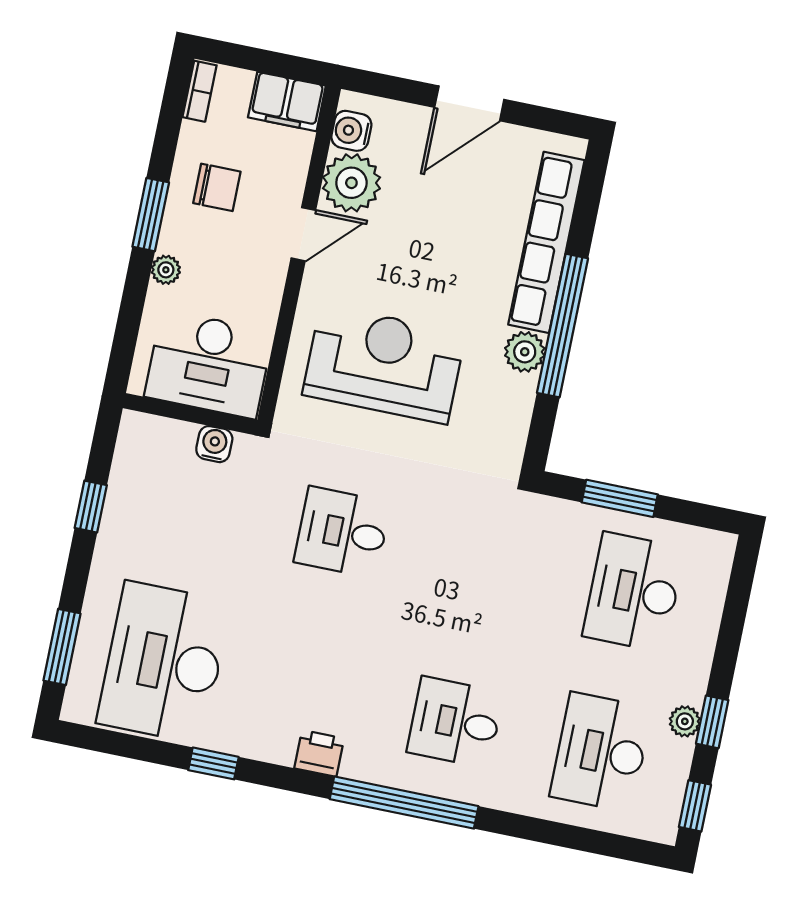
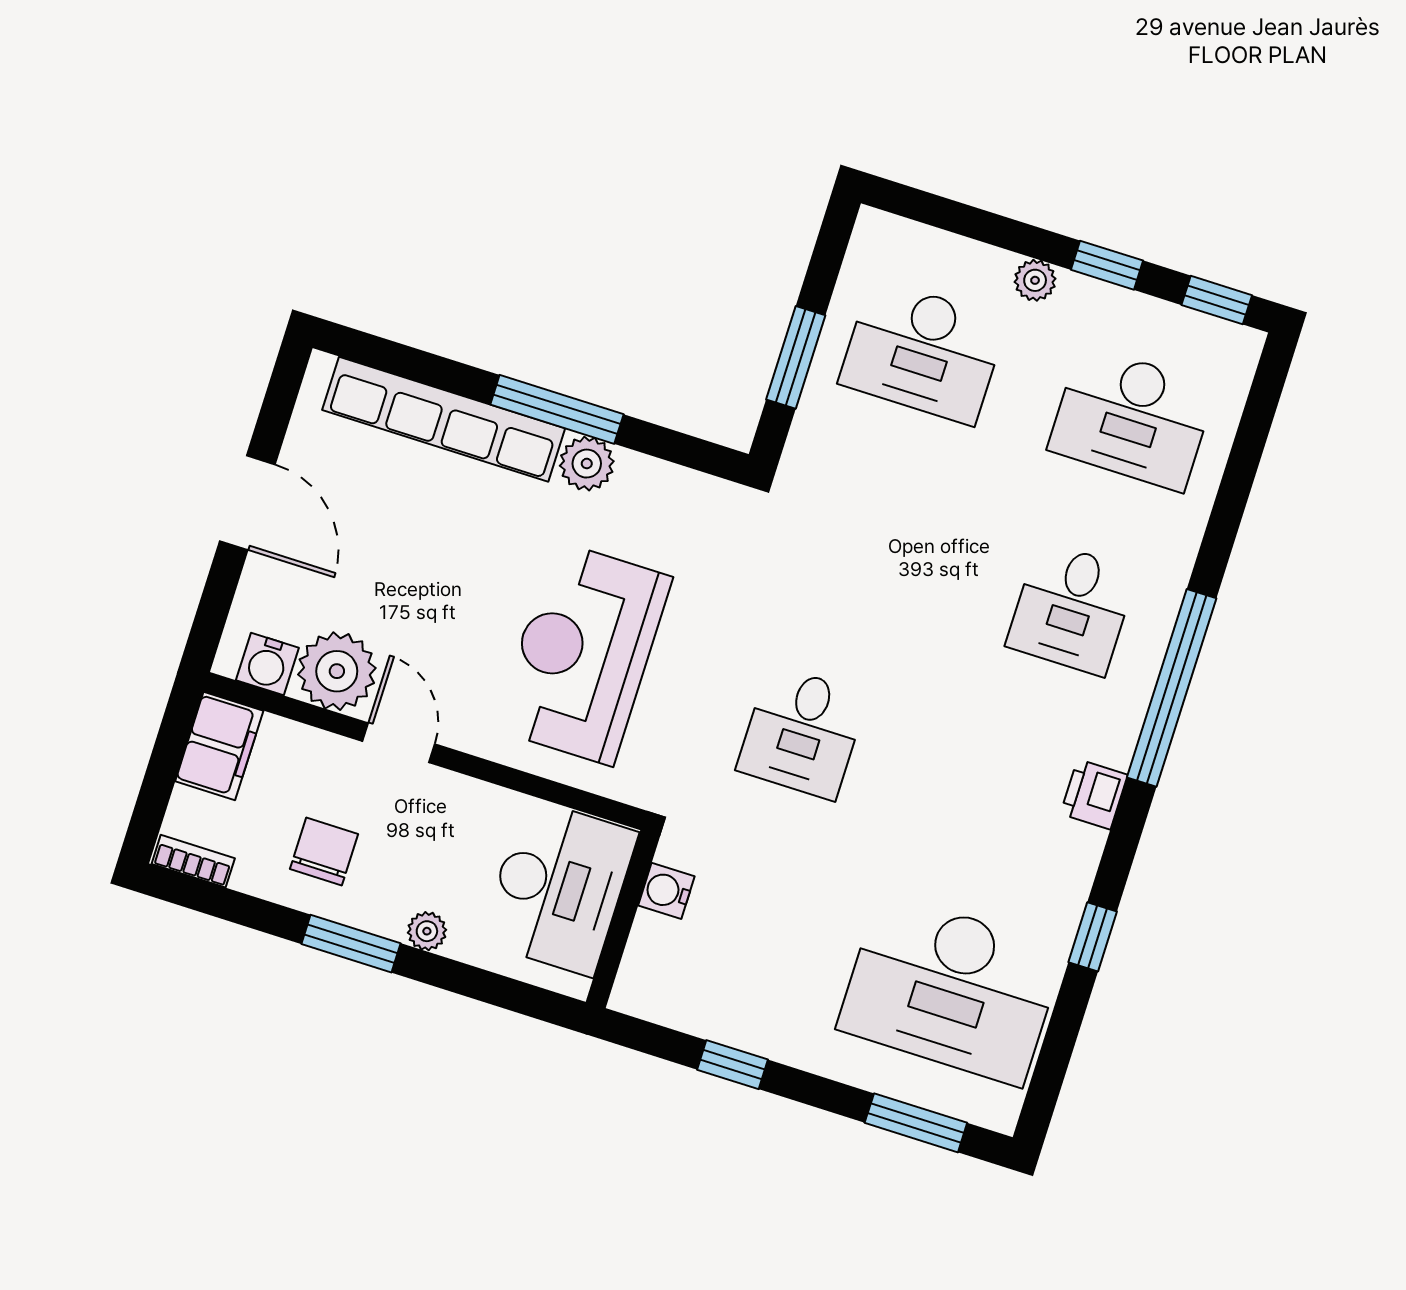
window: (563, 326) -> (557, 409), width x0.68
plant: (685, 721) -> (1035, 280), moved

